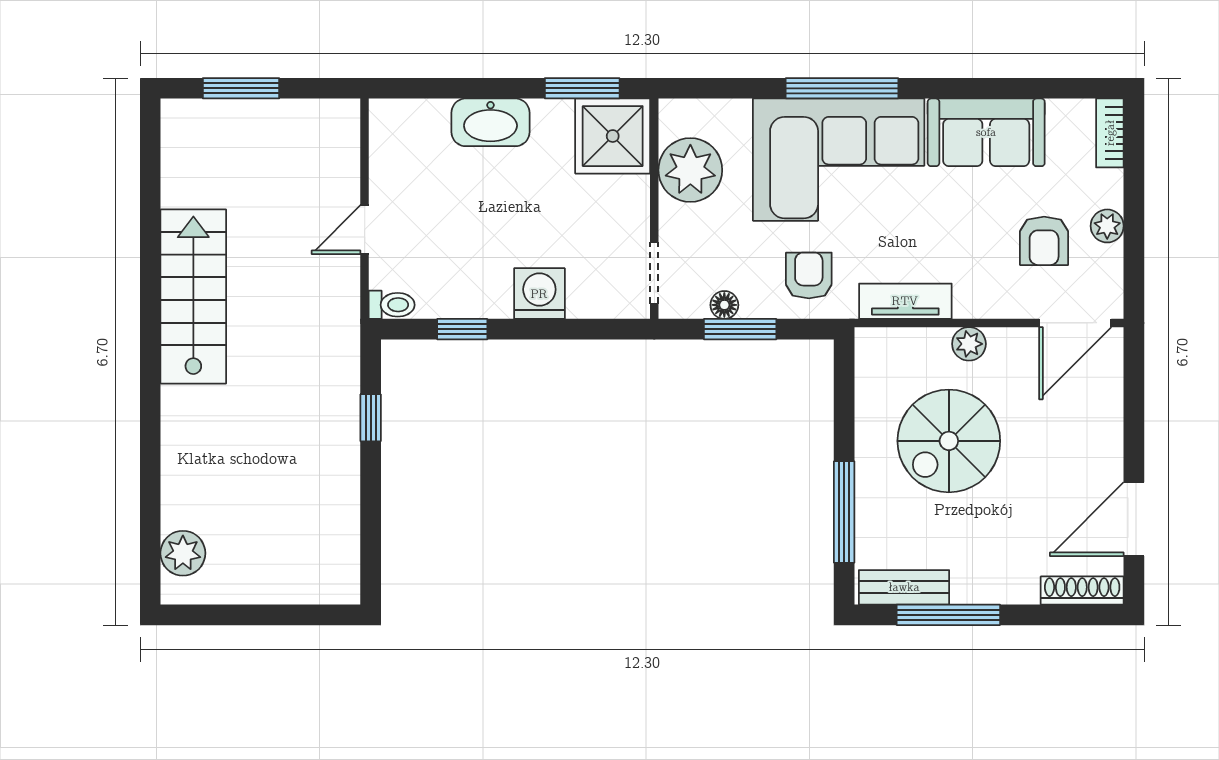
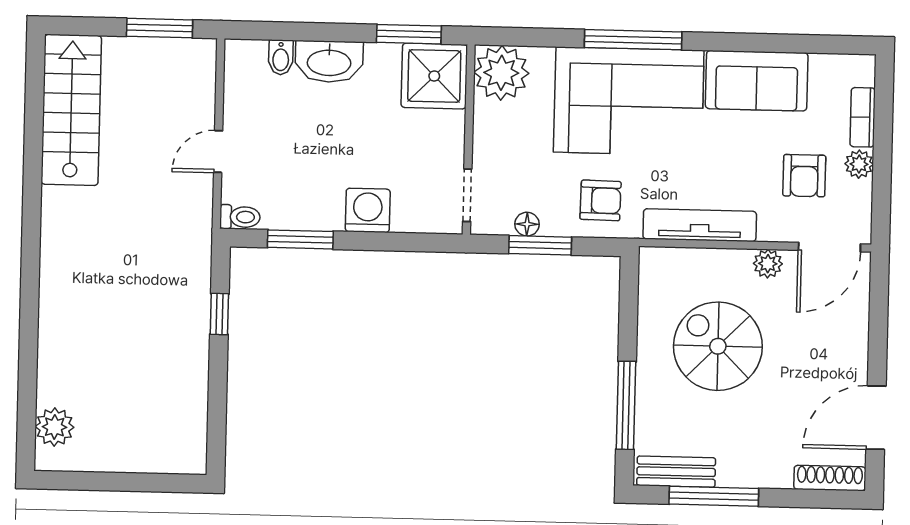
window: (241, 88) -> (160, 28), moved
bidet: (434, 119) -> (281, 57), added
bookcase: (1110, 133) -> (863, 117), moved
plant: (690, 170) -> (501, 73), moved
armchair: (809, 275) -> (601, 200), turned 91
stairs: (193, 296) -> (71, 110), moved
tv unit: (905, 301) -> (700, 225), width x1.41
window: (462, 329) -> (300, 239), width x1.50
plant: (969, 344) -> (768, 264), moved
spiral stairs: (949, 441) -> (718, 346), turned 90

